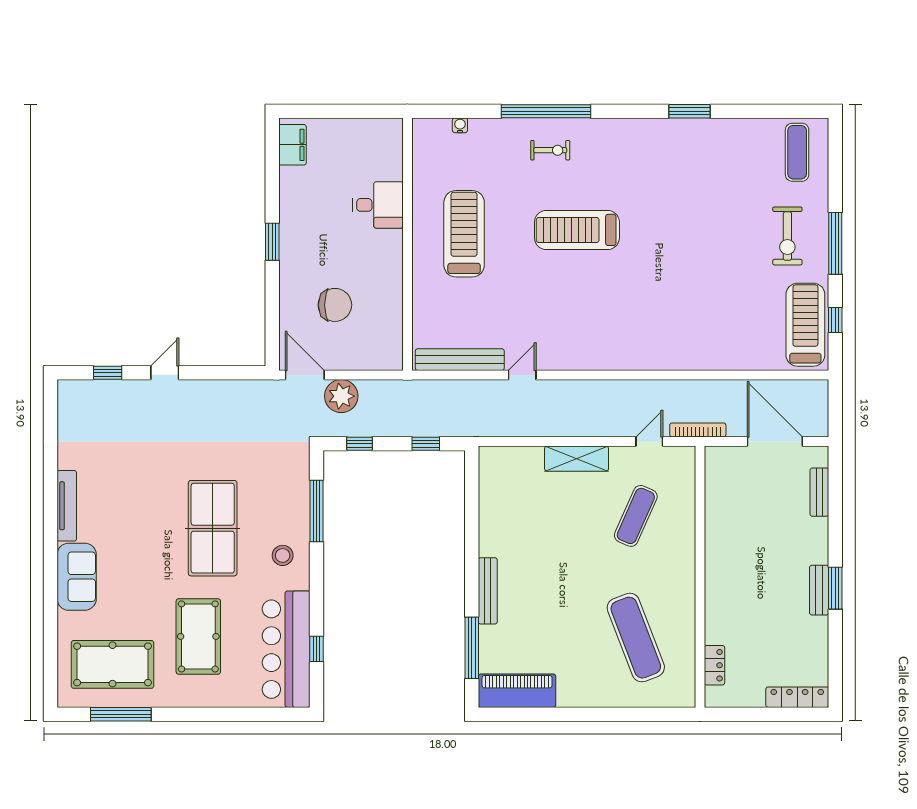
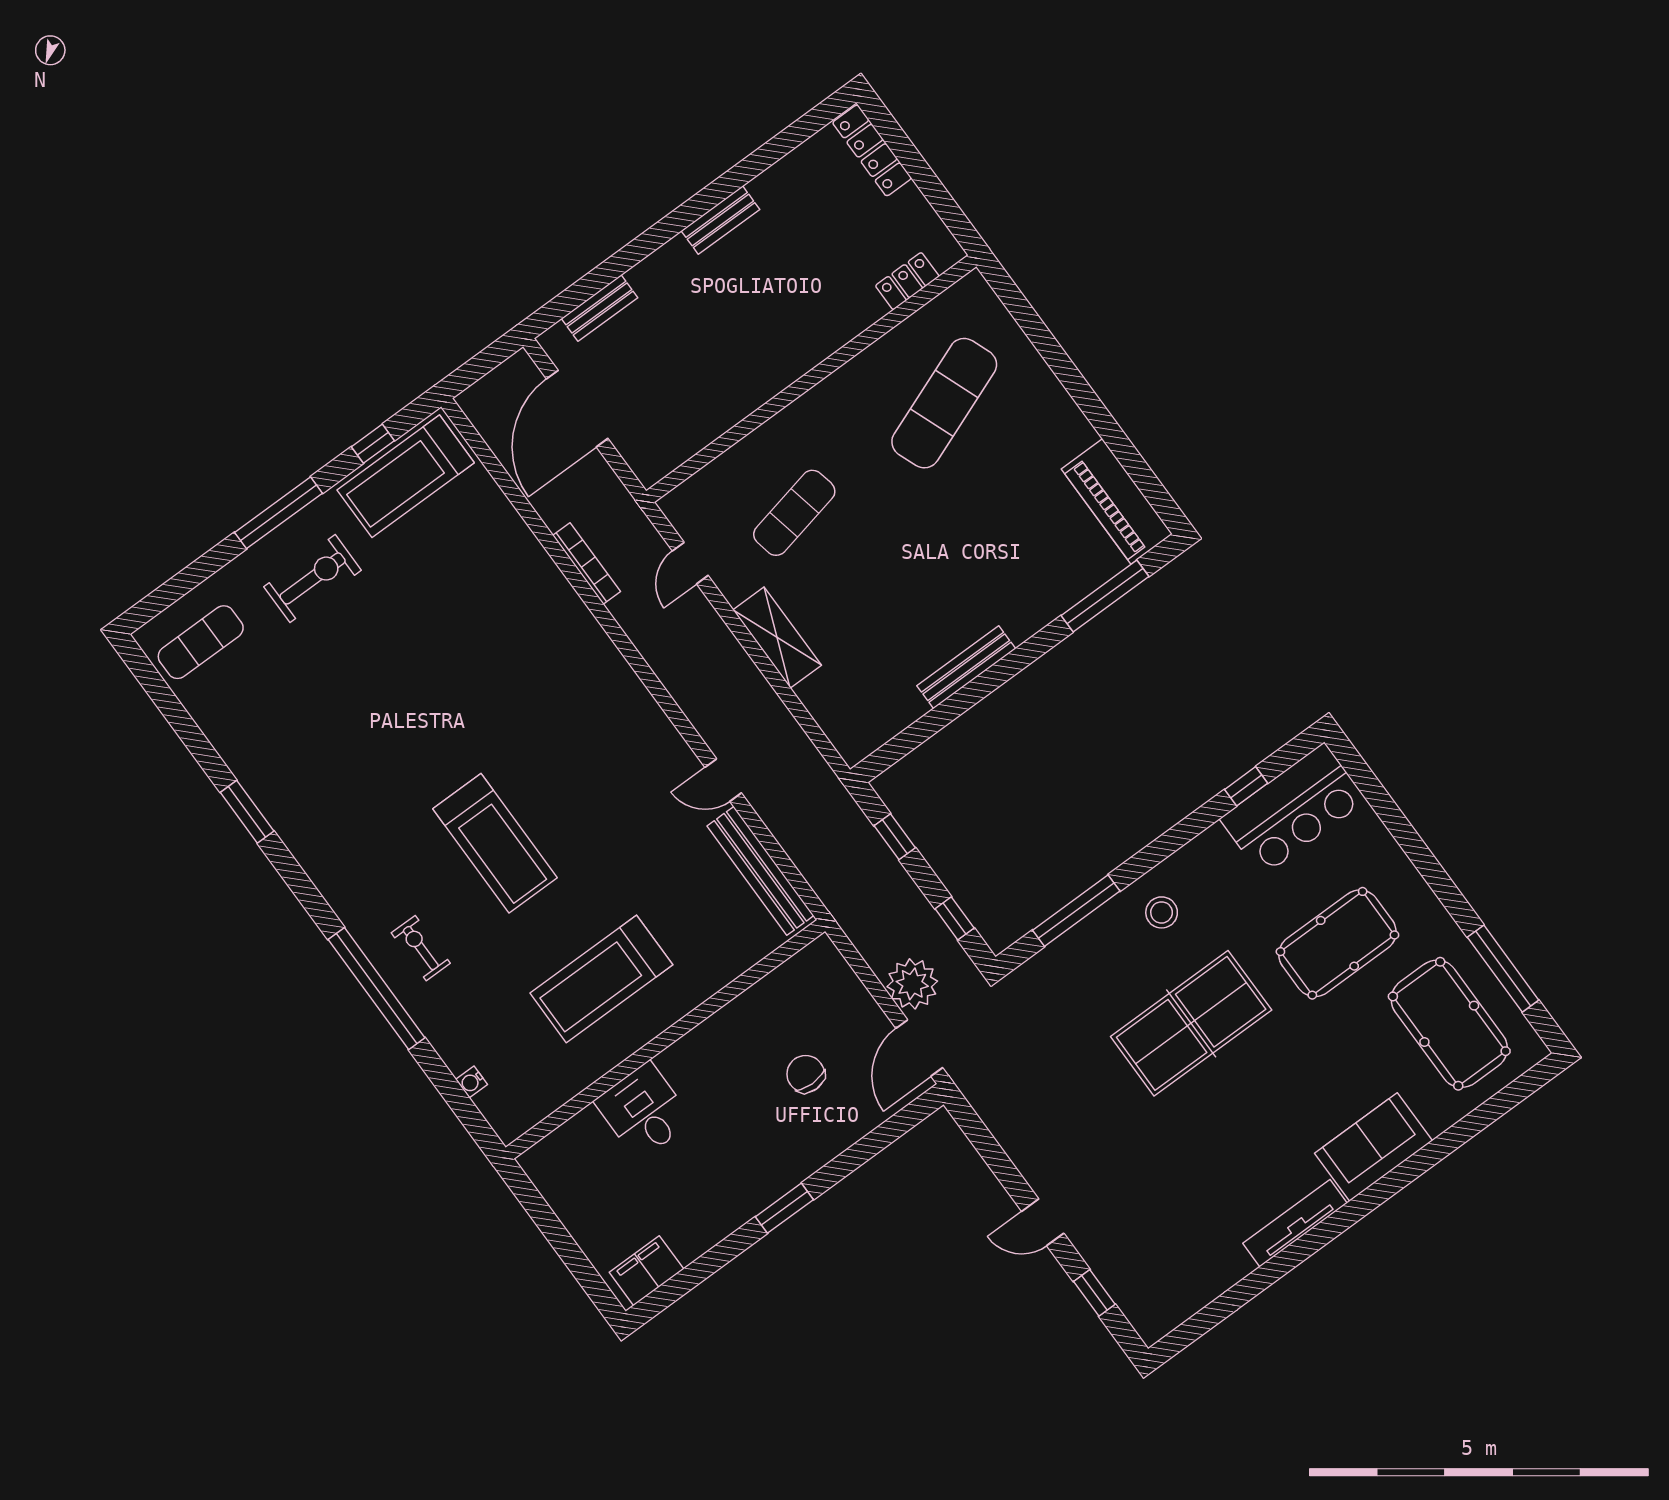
chair: (335, 305) -> (806, 1074), width x0.73, depth x0.73
bookcase: (698, 430) -> (587, 563), moved, turned 180
door: (649, 442) -> (690, 563), hinge flipped
exercise mat: (636, 516) -> (794, 513), turned -36
window: (835, 588) -> (703, 202), removed
bench: (488, 591) -> (966, 667), moved
bar counter: (286, 649) -> (1293, 810), width x0.73

